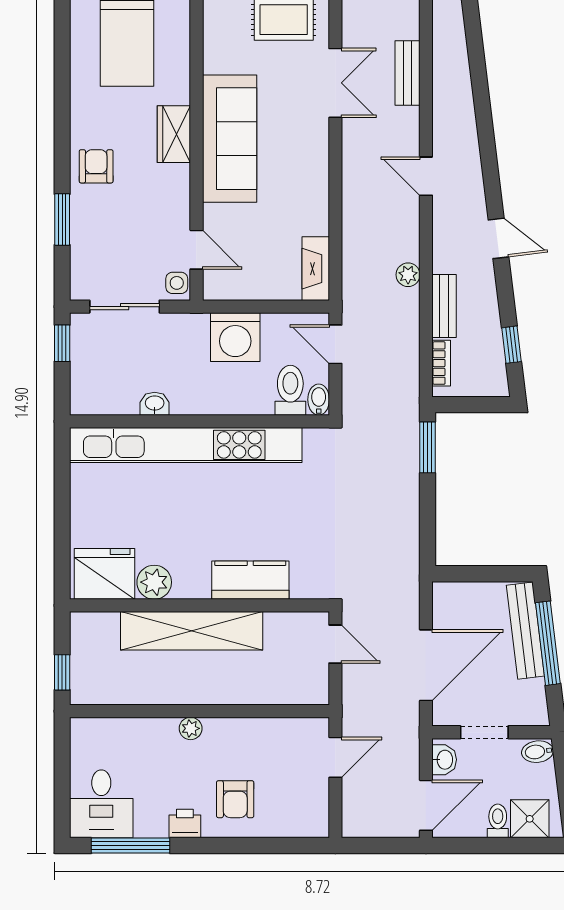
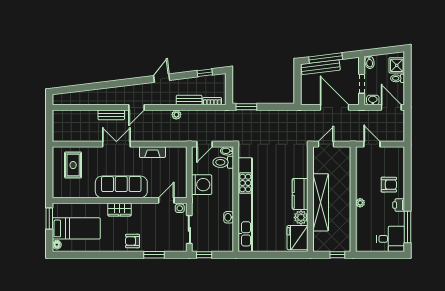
bench: (408, 73) -> (111, 115), moved
double door: (335, 83) -> (116, 144), moved
fireplace: (316, 269) -> (152, 152), moved
kitchen counter: (250, 580) -> (300, 194), moved

